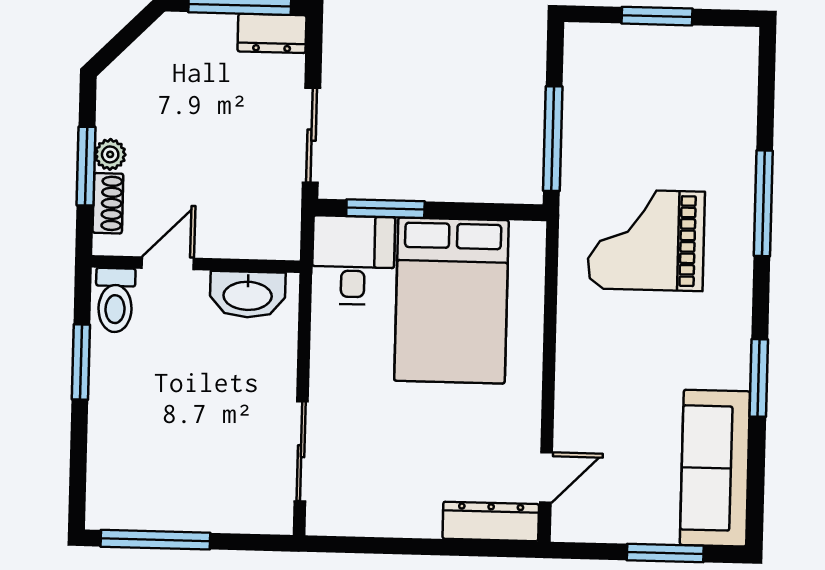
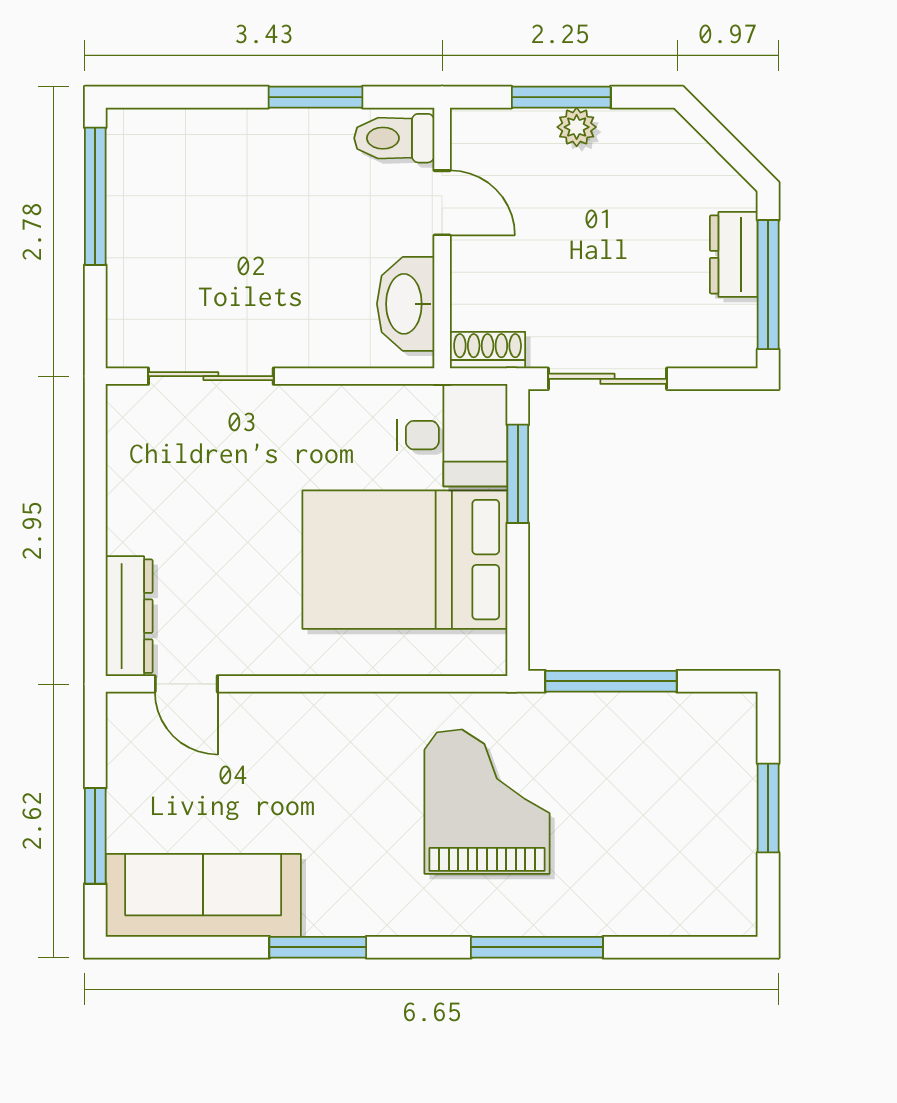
dresser: (272, 33) -> (734, 254), moved
shoe rack: (108, 203) -> (488, 350), moved, turned 180

